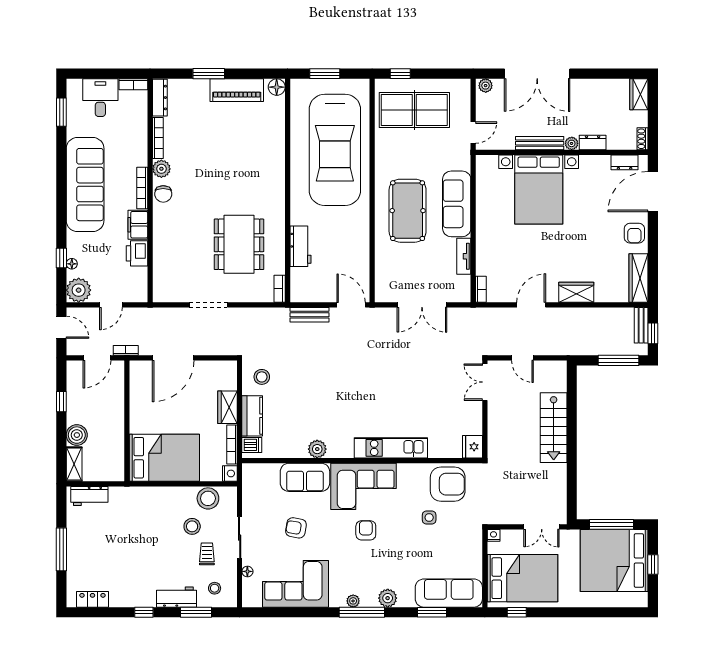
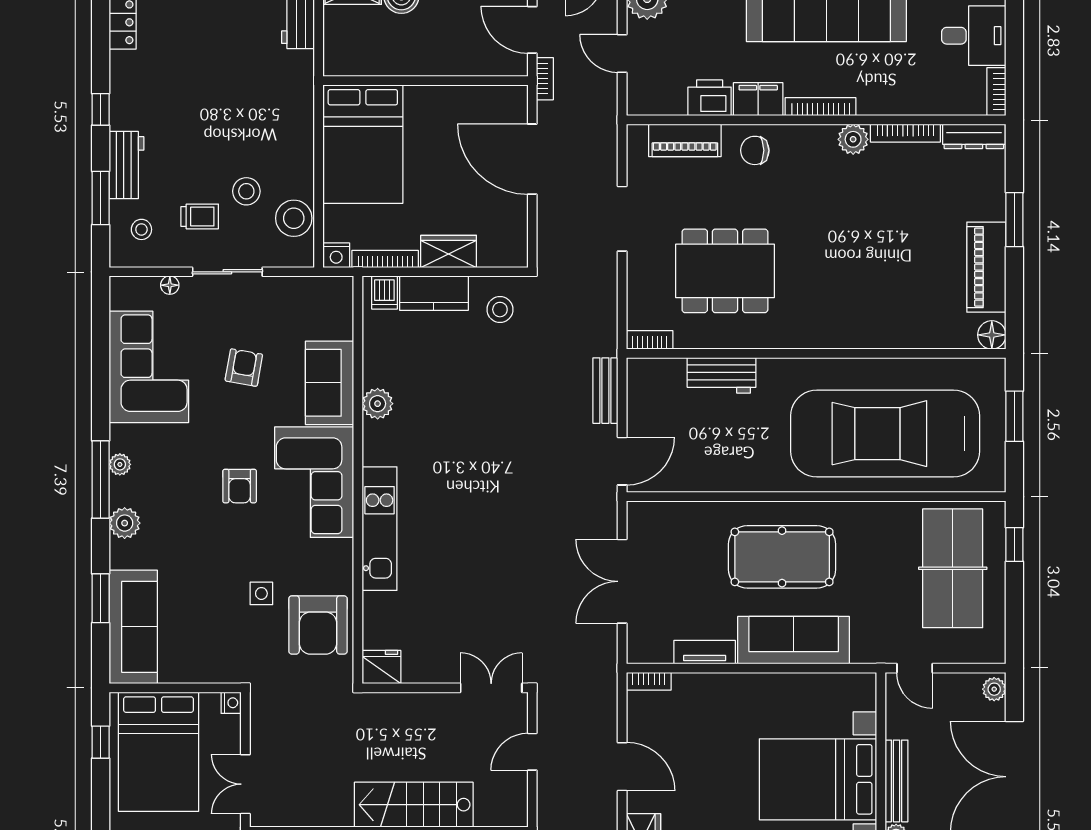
chair: (163, 194) -> (755, 150), moved
piano: (162, 268) -> (685, 140), added
armchair: (366, 530) -> (240, 486), turned 90

